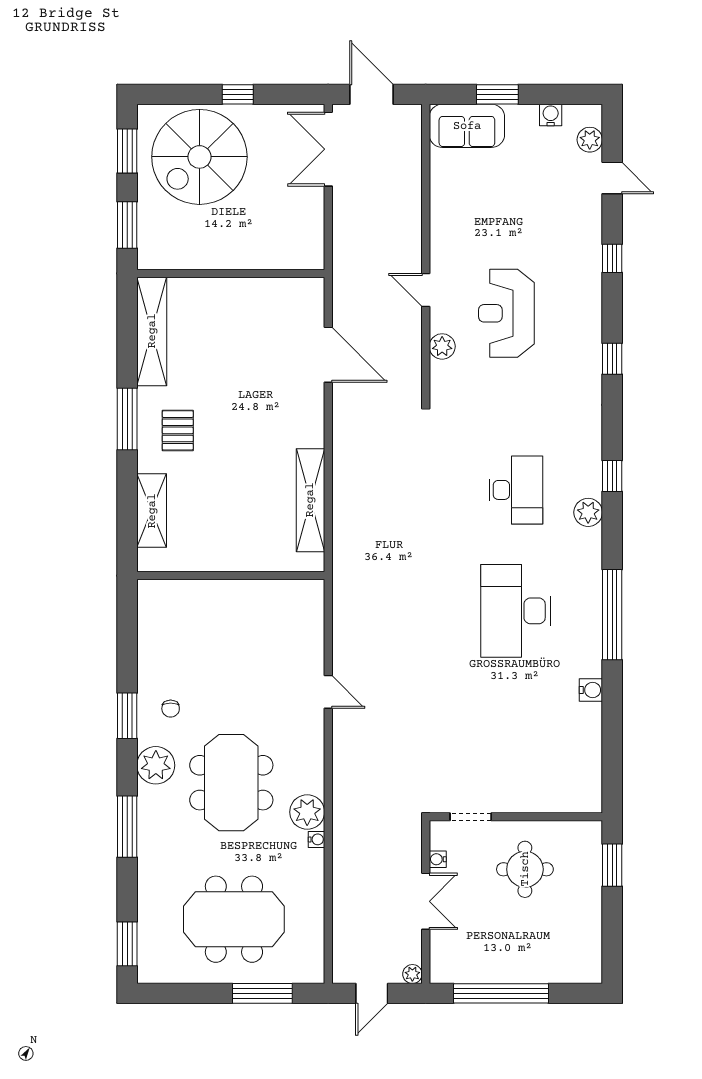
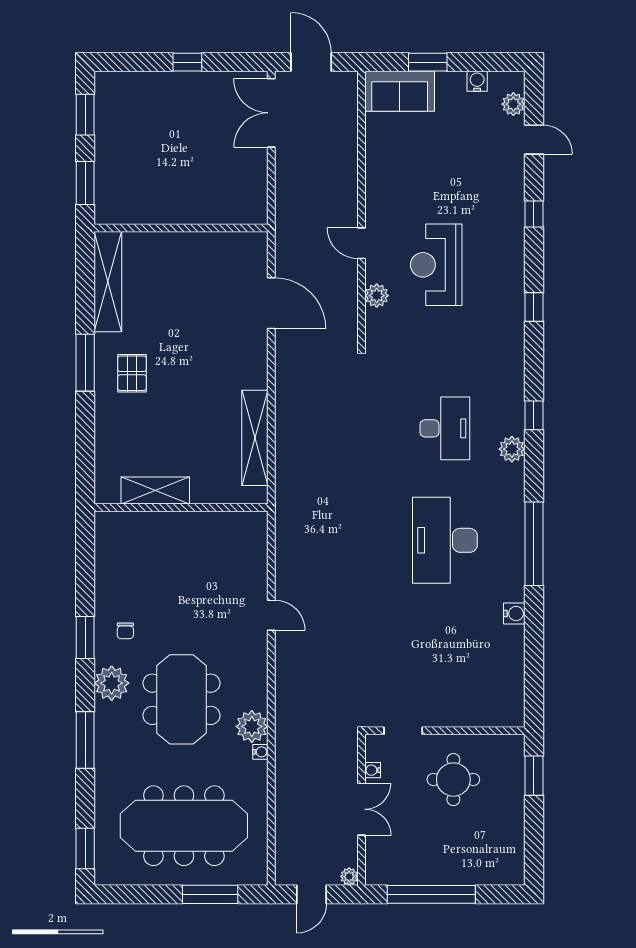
spiral stairs: (199, 157) -> (152, 120), removed
shelving: (152, 511) -> (155, 491), moved, turned 90
meeting table: (234, 919) -> (184, 826), width x1.36

